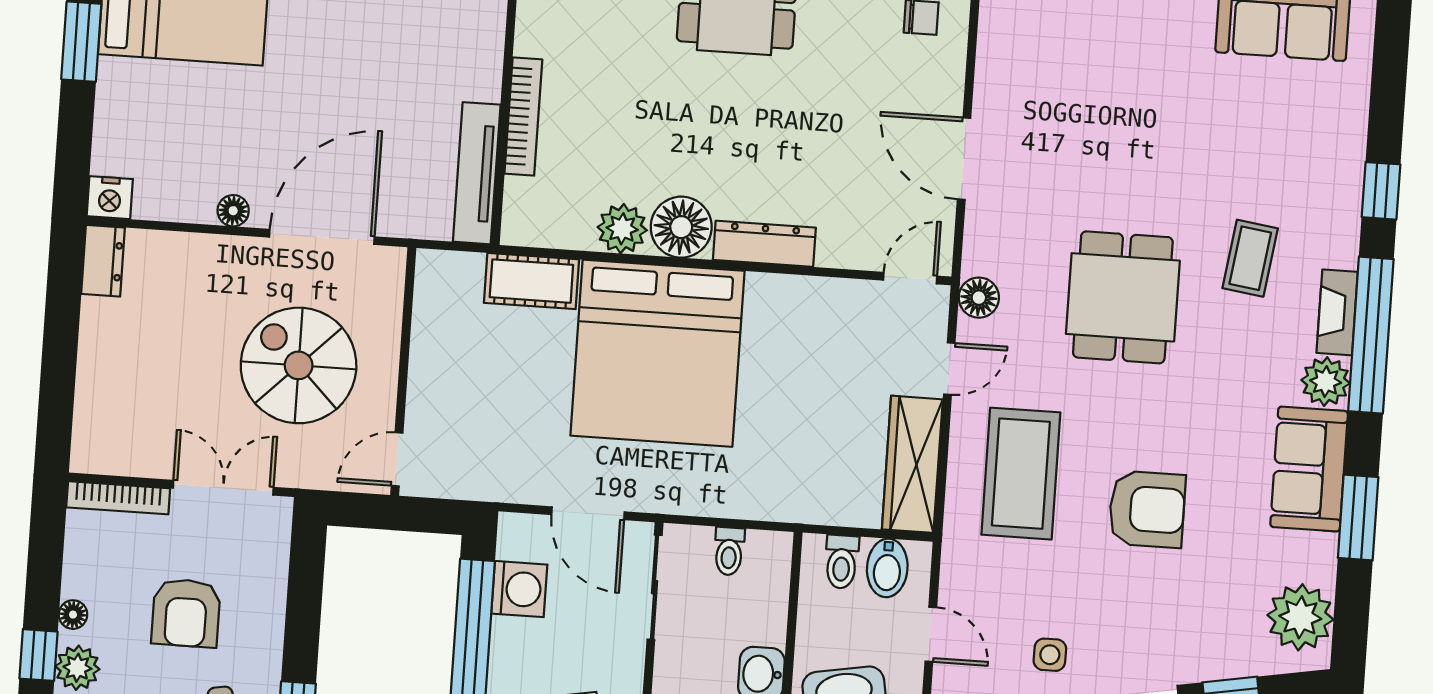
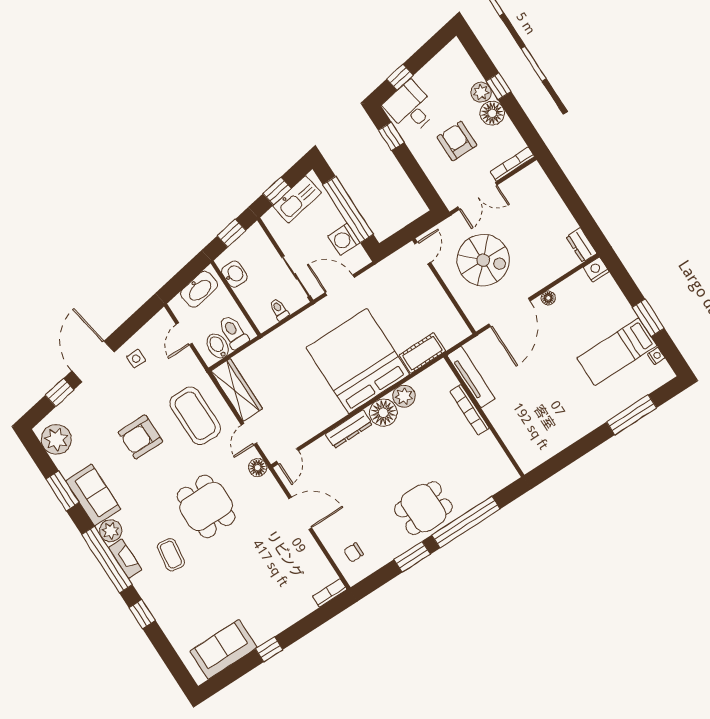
toilet: (842, 562) -> (233, 332), width x1.37, depth x1.39
floor lamp: (73, 615) -> (492, 113), width x1.89, depth x1.89
door: (931, 634) -> (184, 334), hinge flipped

